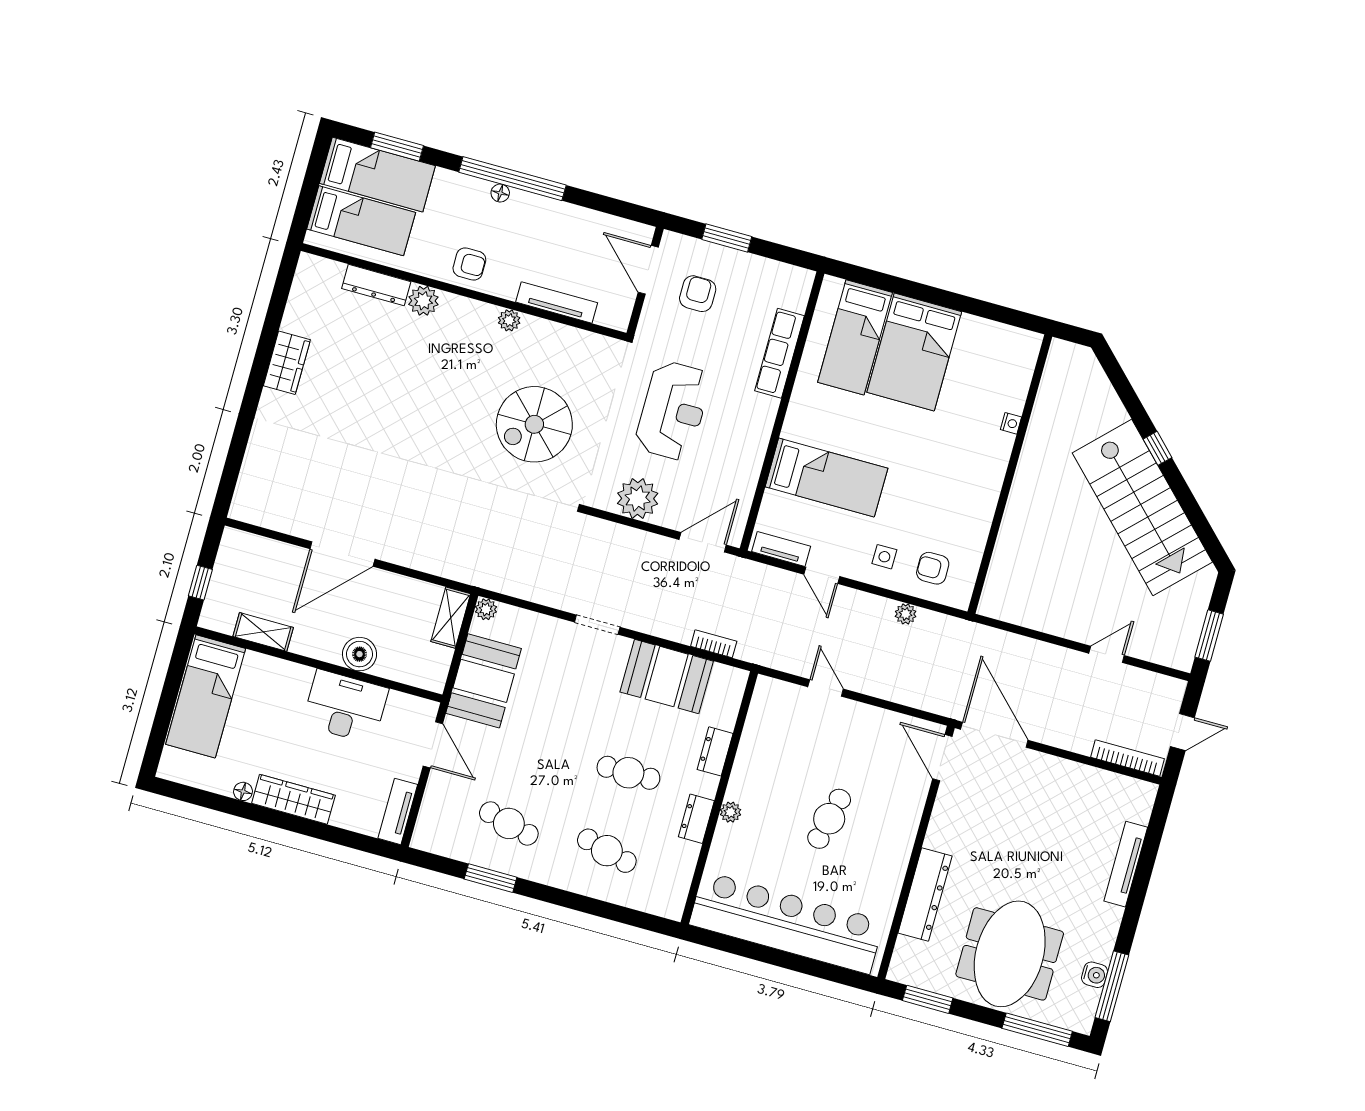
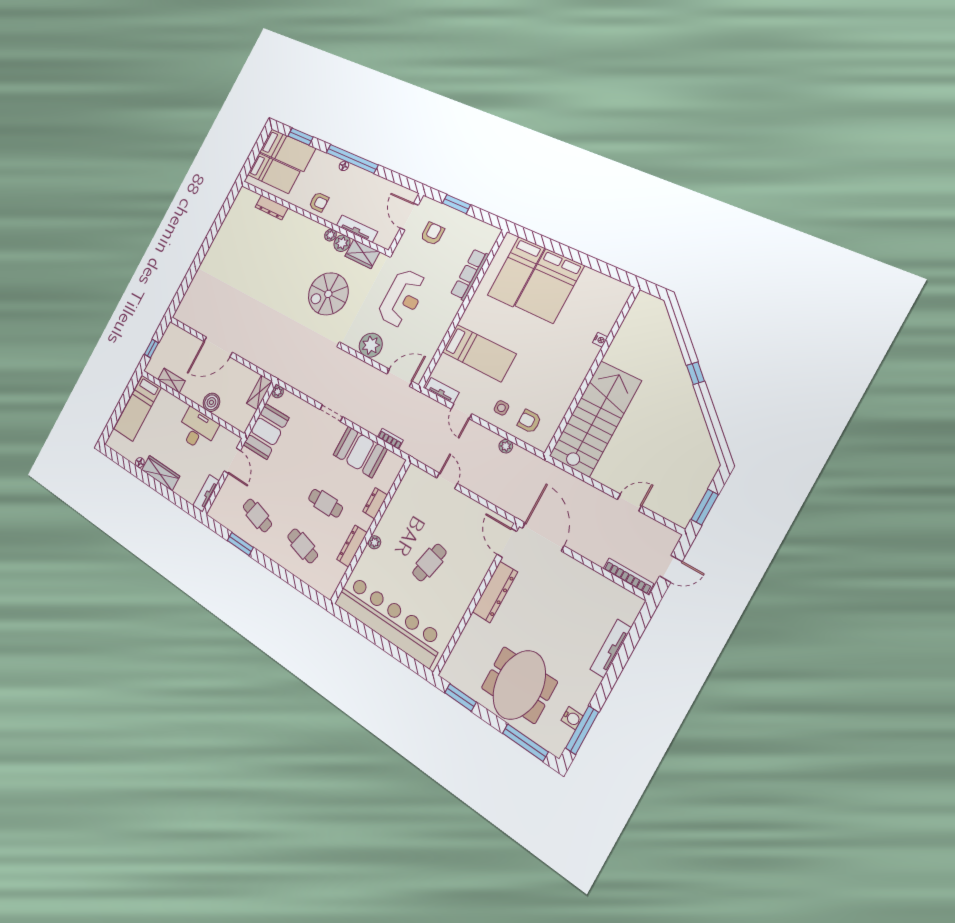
plant: (423, 301) -> (342, 243), moved
wardrobe: (287, 363) -> (362, 254), moved, turned 90
stairs: (1142, 507) -> (595, 419), moved, turned -135
dresser: (696, 819) -> (352, 546), width x1.44
dresser: (925, 894) -> (495, 592), moved

